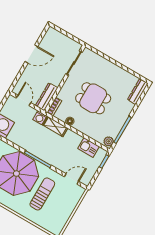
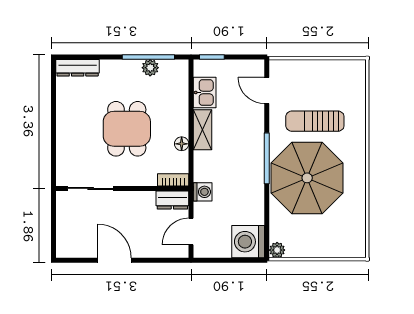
dresser: (47, 97) -> (172, 200), width x0.70
shelving: (55, 127) -> (202, 130), moved
plant: (109, 141) -> (150, 68), moved

